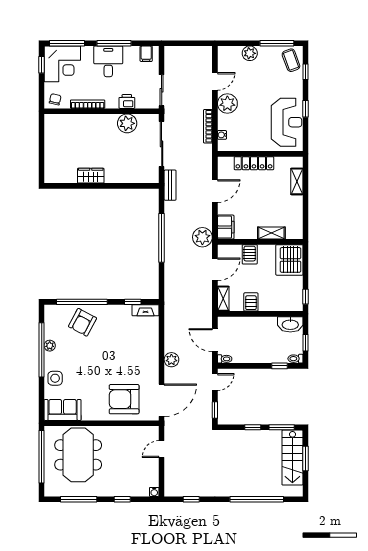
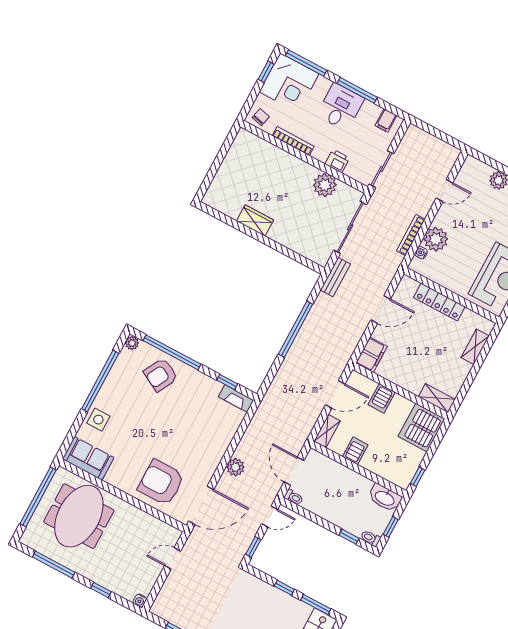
plant: (227, 103) -> (436, 239), moved
shelving: (271, 233) -> (437, 398), moved
plant: (202, 237) -> (340, 352), removed
plant: (50, 346) -> (132, 343), moved

